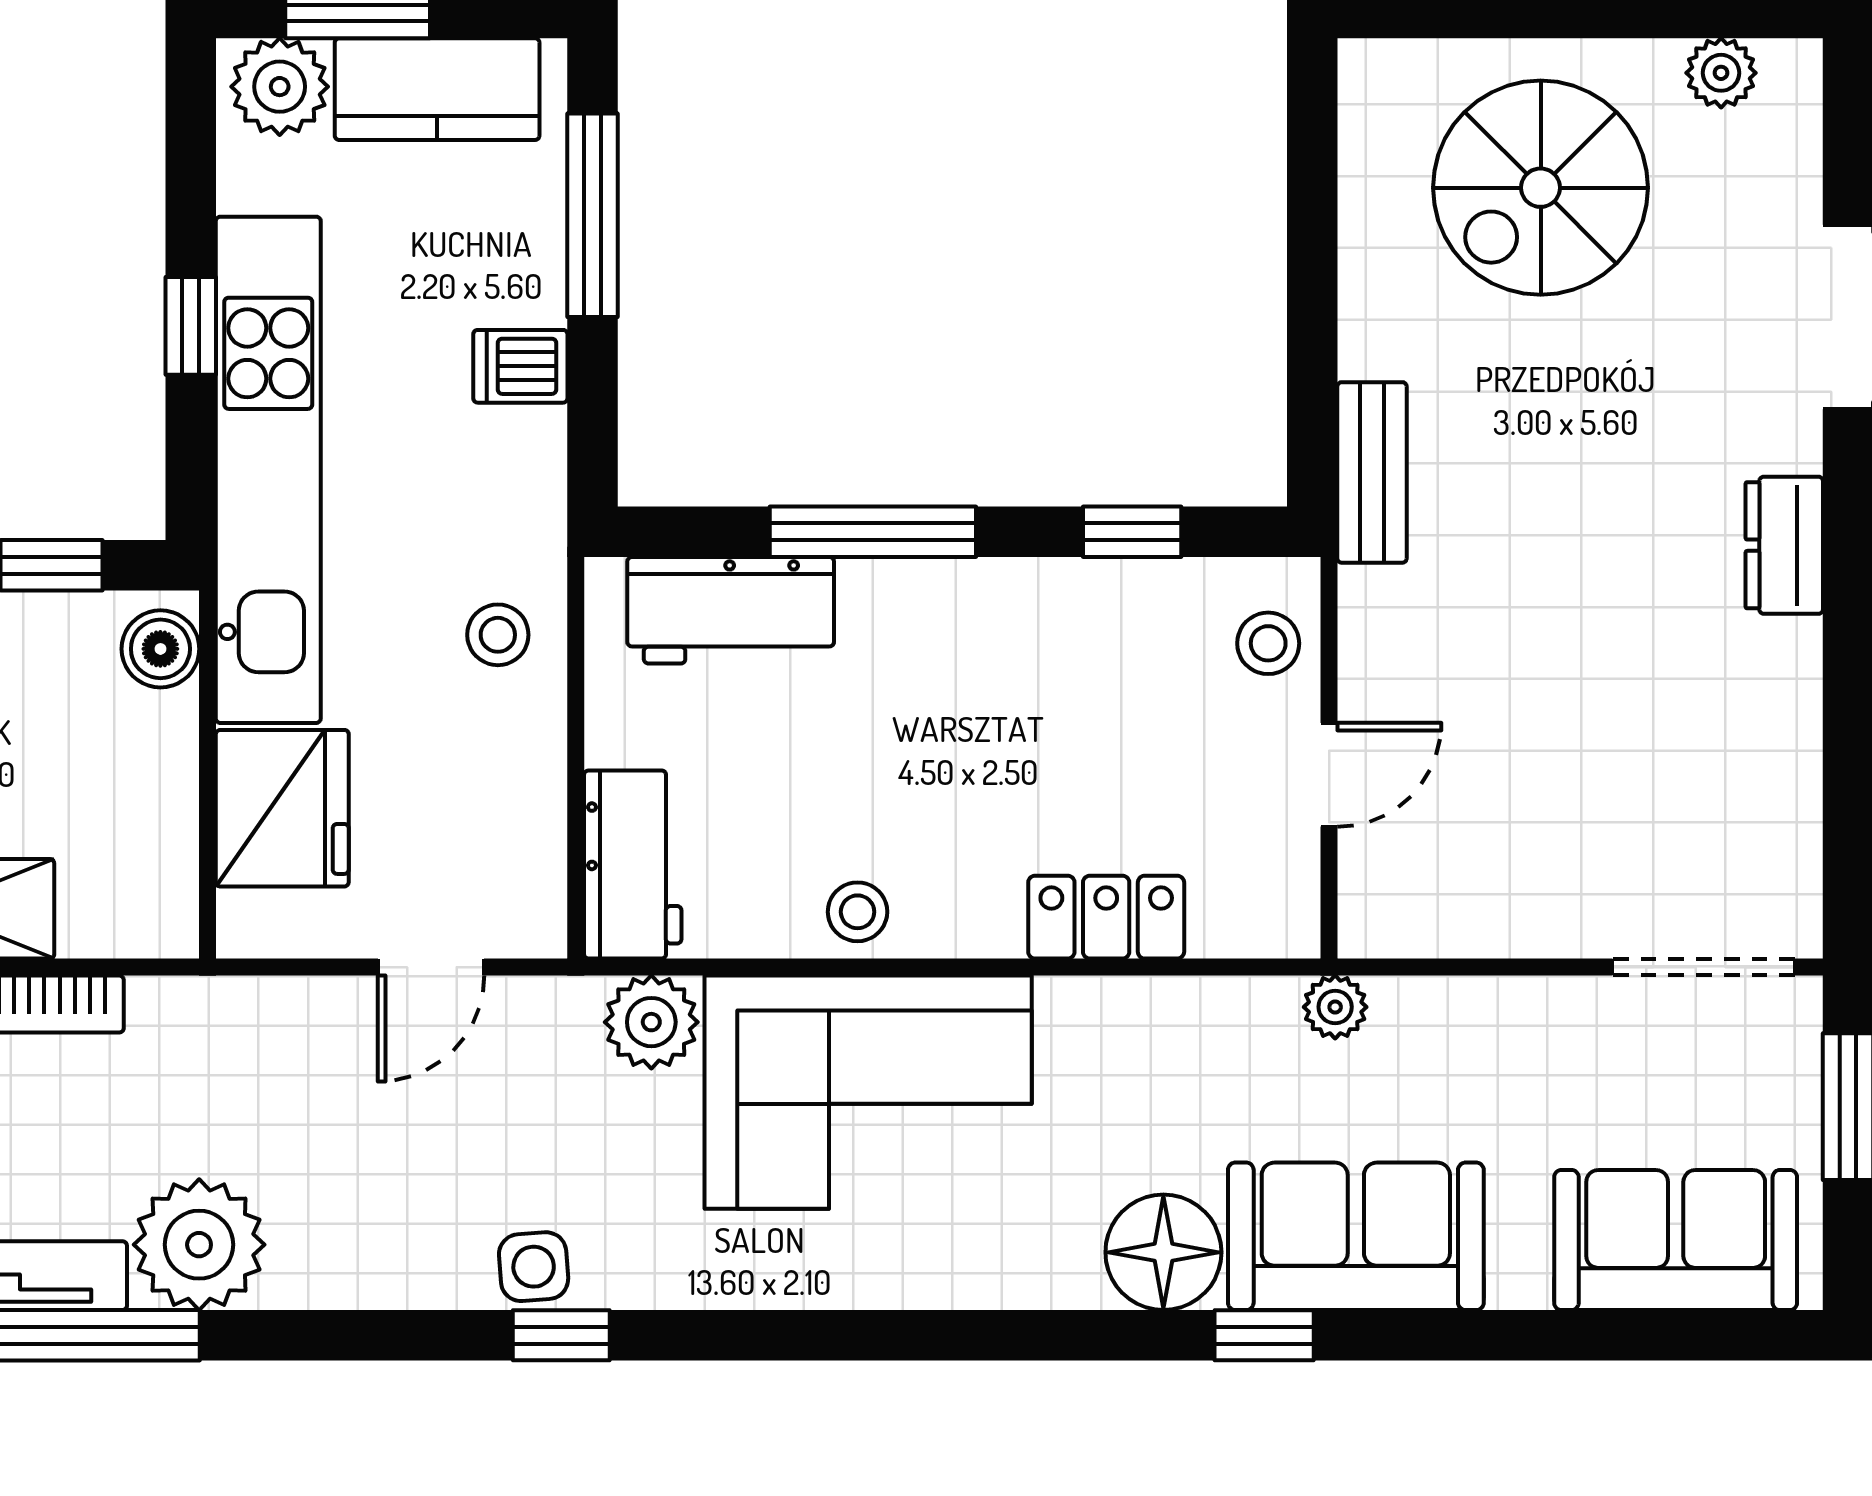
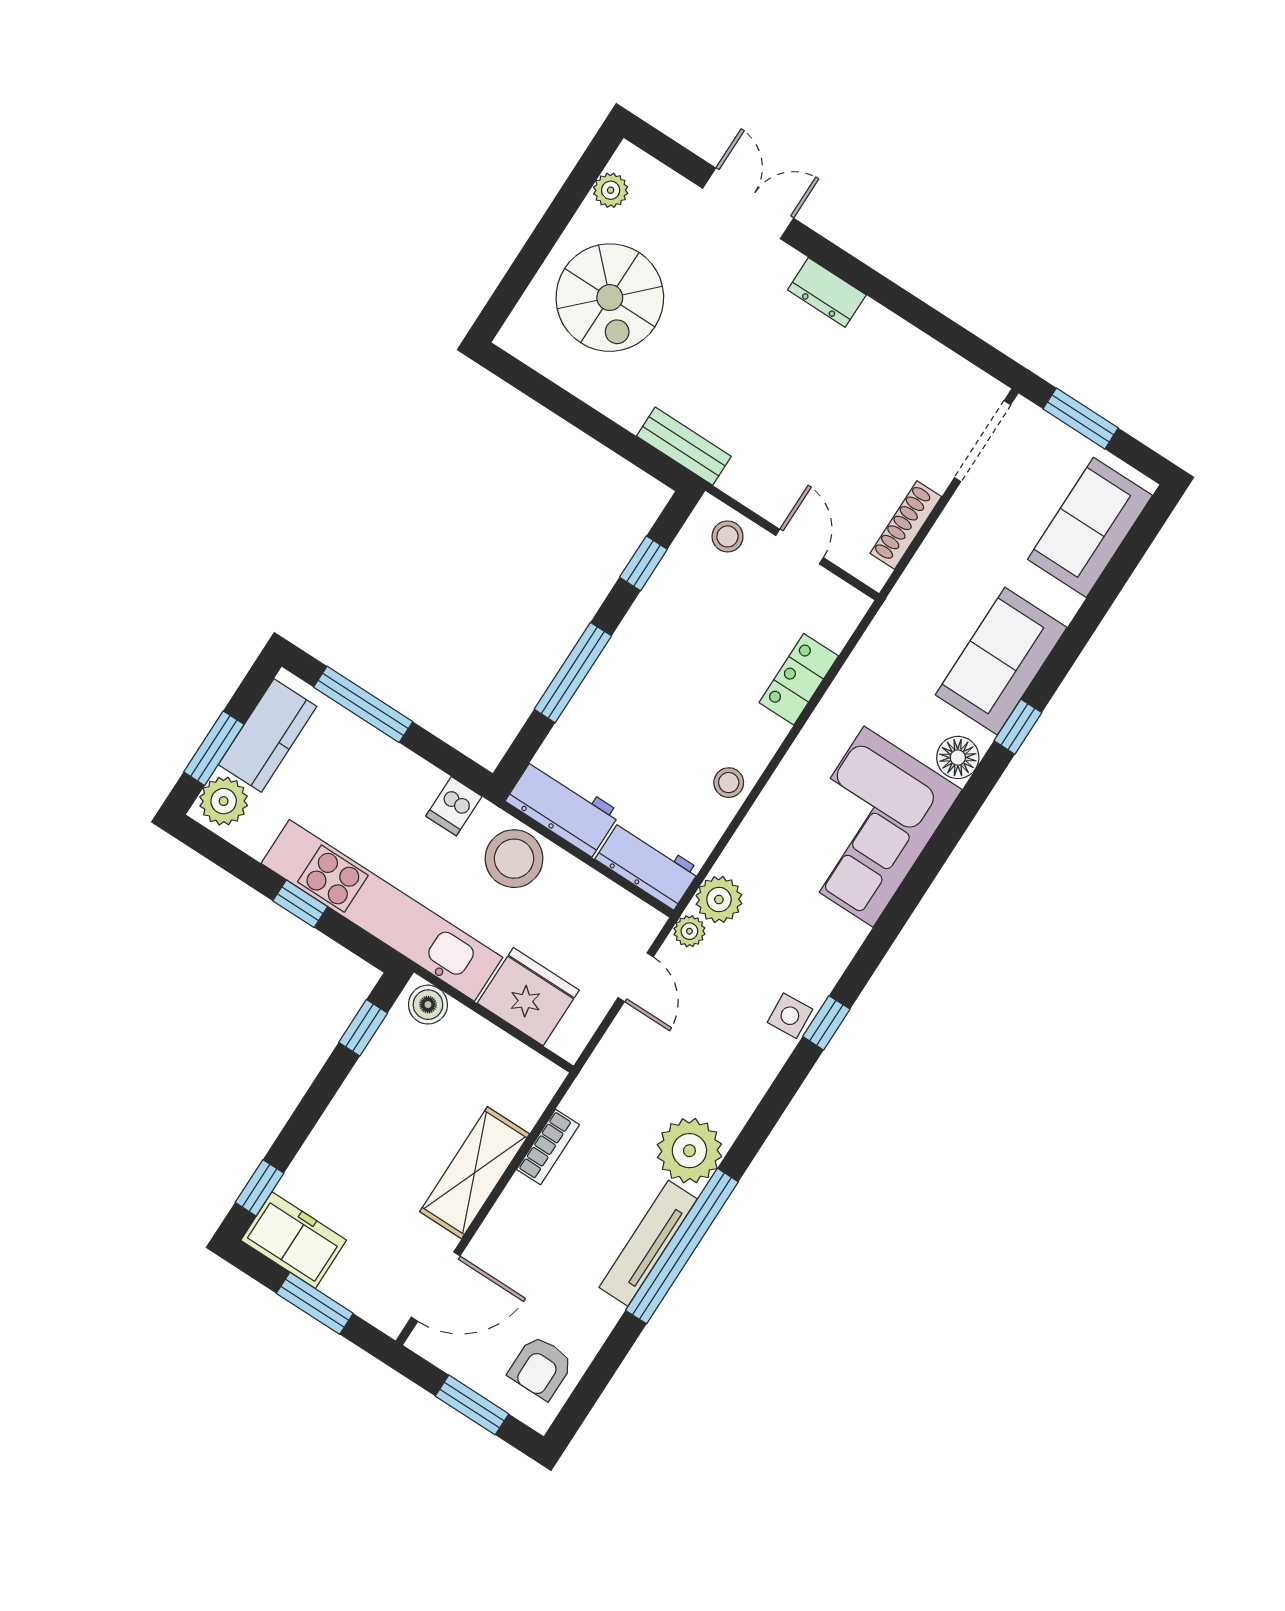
dishwasher: (520, 366) -> (454, 806), moved
workbench: (731, 610) -> (563, 807), moved, turned -90
stool: (498, 635) -> (514, 859), width x1.89, depth x1.89
shoe rack: (1480, 929) -> (906, 525), added
plant: (1335, 1007) -> (689, 931), moved
corner sofa: (868, 1092) -> (869, 827), moved, turned 180
floor lamp: (1163, 1252) -> (958, 757), width x0.73, depth x0.73

